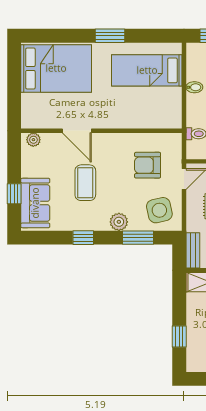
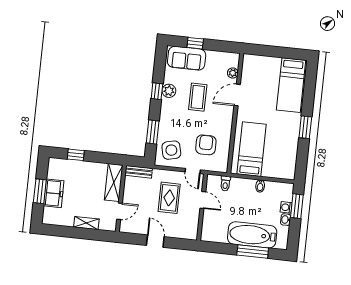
bed: (56, 68) -> (291, 85), width x0.67
bed: (147, 70) -> (252, 149), moved
plant: (33, 140) -> (233, 73), moved
coffee table: (85, 183) -> (198, 97), turned 90
plant: (119, 222) -> (169, 91), moved

